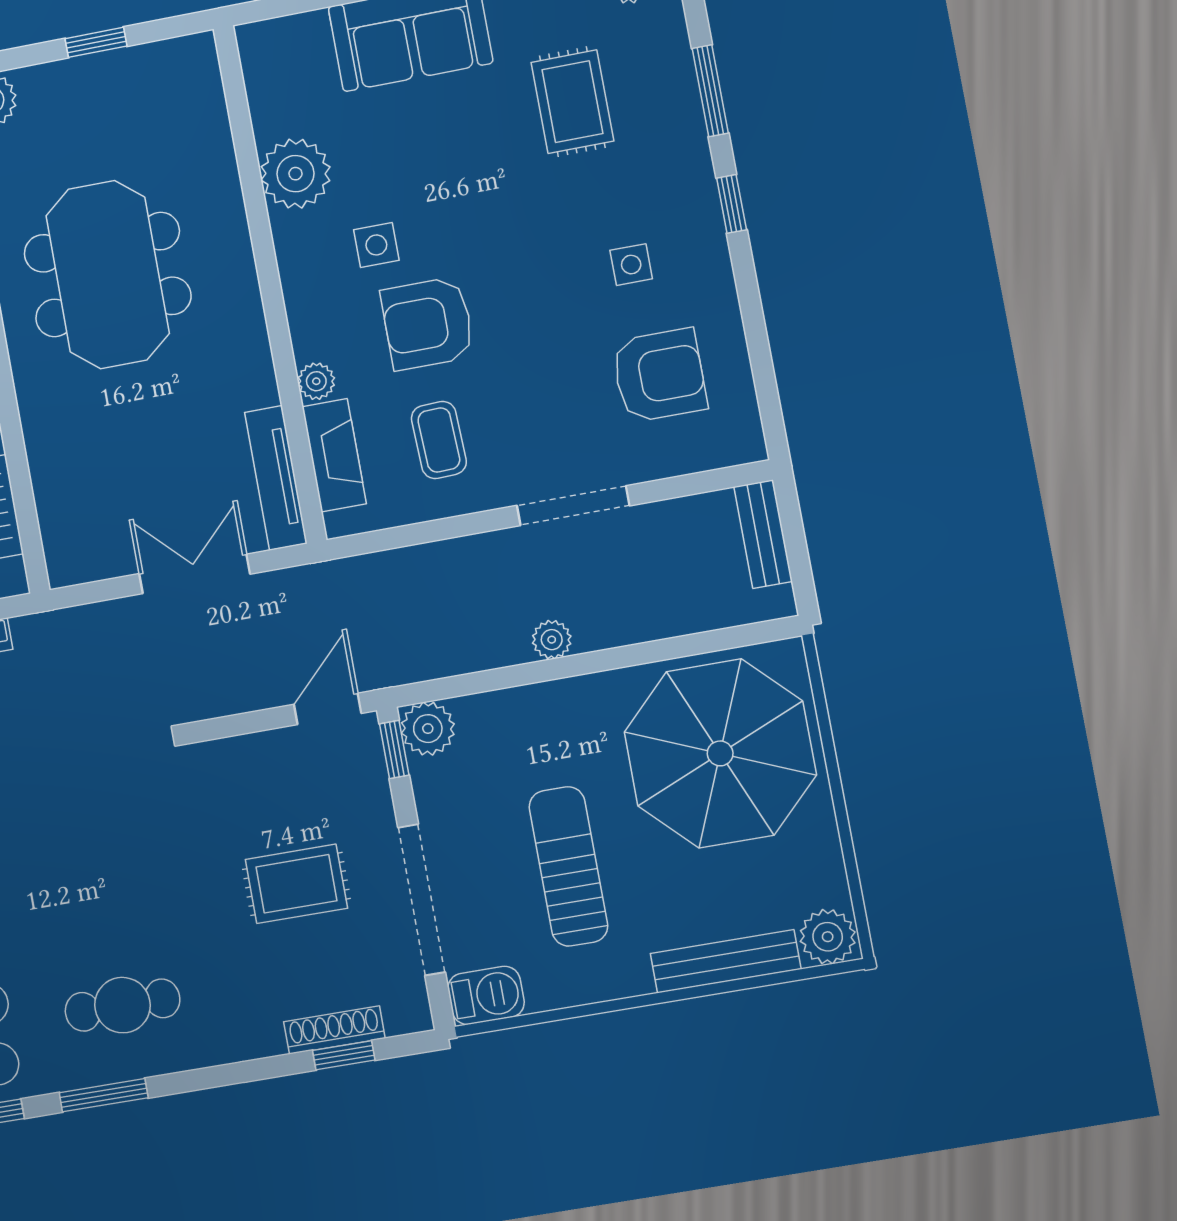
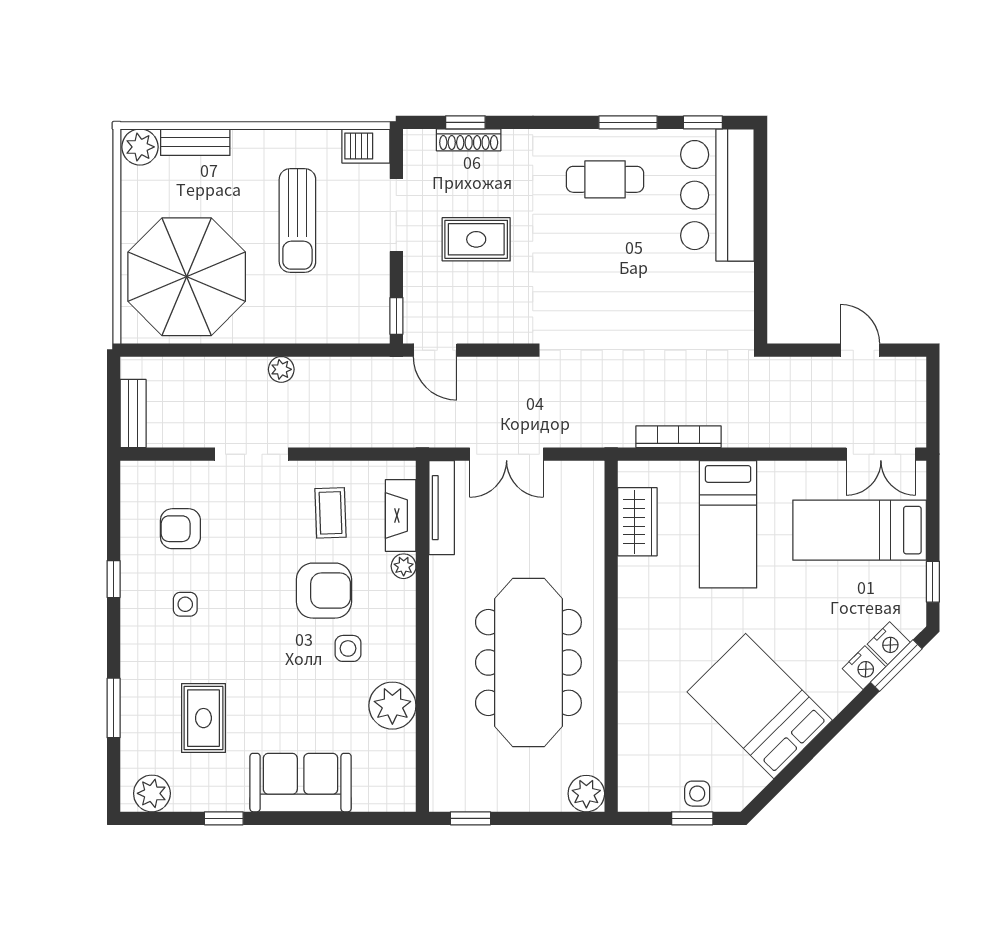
window: (96, 42) -> (471, 818), moved
window: (732, 204) -> (114, 579), moved
meeting table: (108, 275) -> (528, 662), width x1.36
armchair: (659, 375) -> (180, 529), width x0.72, depth x0.72
door: (328, 709) -> (435, 350), hinge flipped
plant: (428, 729) -> (372, 326), removed
doorway: (422, 900) -> (396, 215), width x0.73
bench: (726, 961) -> (195, 142), width x0.73

